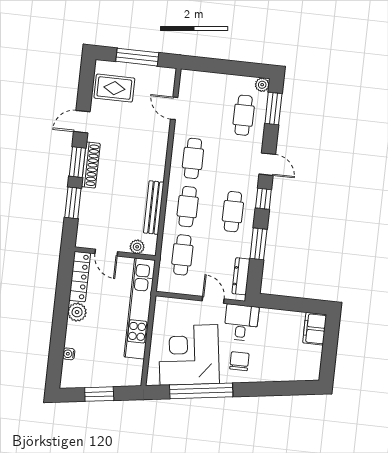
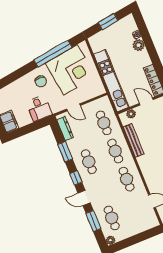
window: (273, 108) -> (93, 221), moved
plant: (77, 312) -> (139, 45), moved
desk: (241, 323) -> (39, 108), moved

